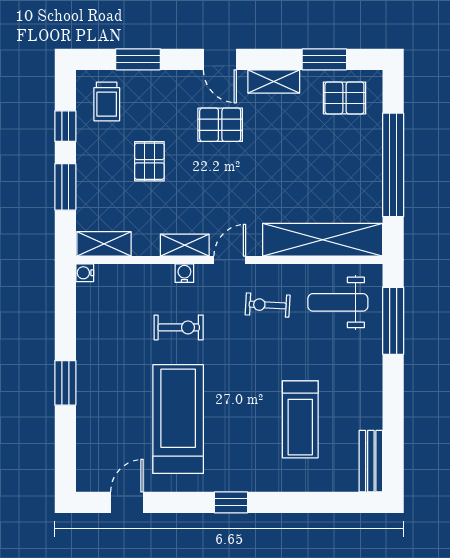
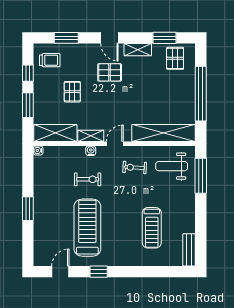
pallet: (344, 98) -> (175, 58), turned 90
trolley: (107, 102) -> (50, 60), turned -90
shelving: (104, 244) -> (55, 133), width x1.50, depth x1.33
window: (231, 502) -> (99, 272), moved

